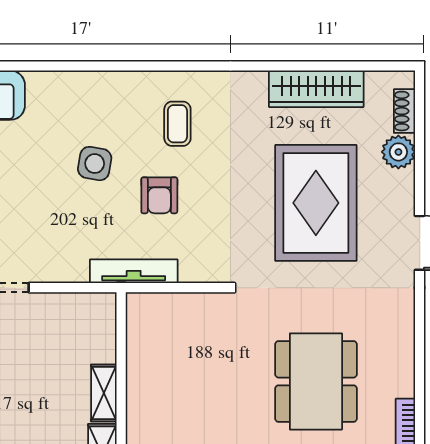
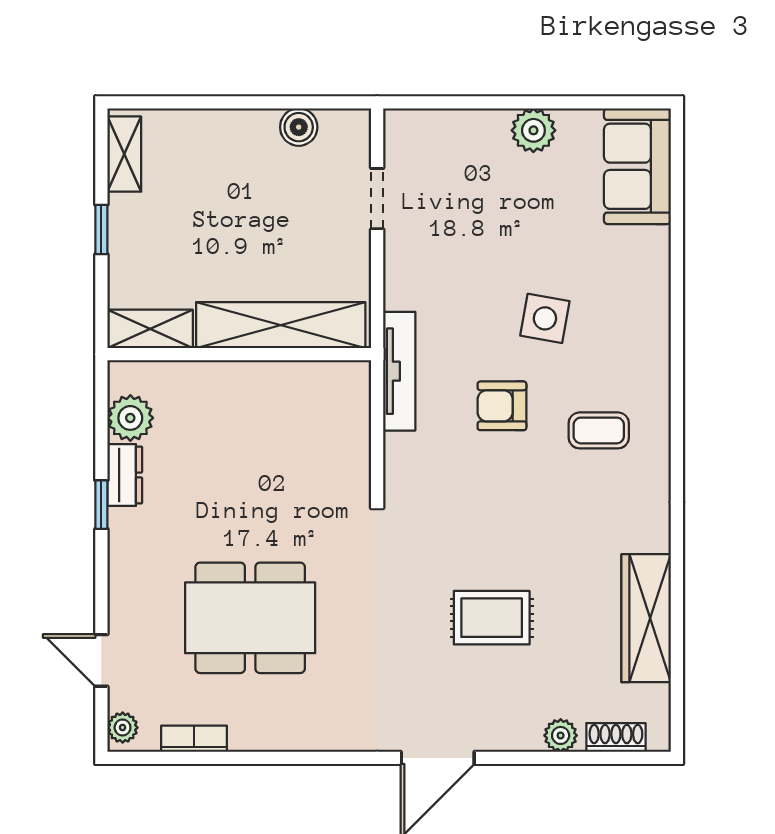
plant: (398, 152) -> (561, 735), width x0.73, depth x0.73
rug: (316, 203) -> (492, 618), width x0.54, depth x0.49
shelving: (104, 393) -> (281, 325), width x2.20, depth x1.33

